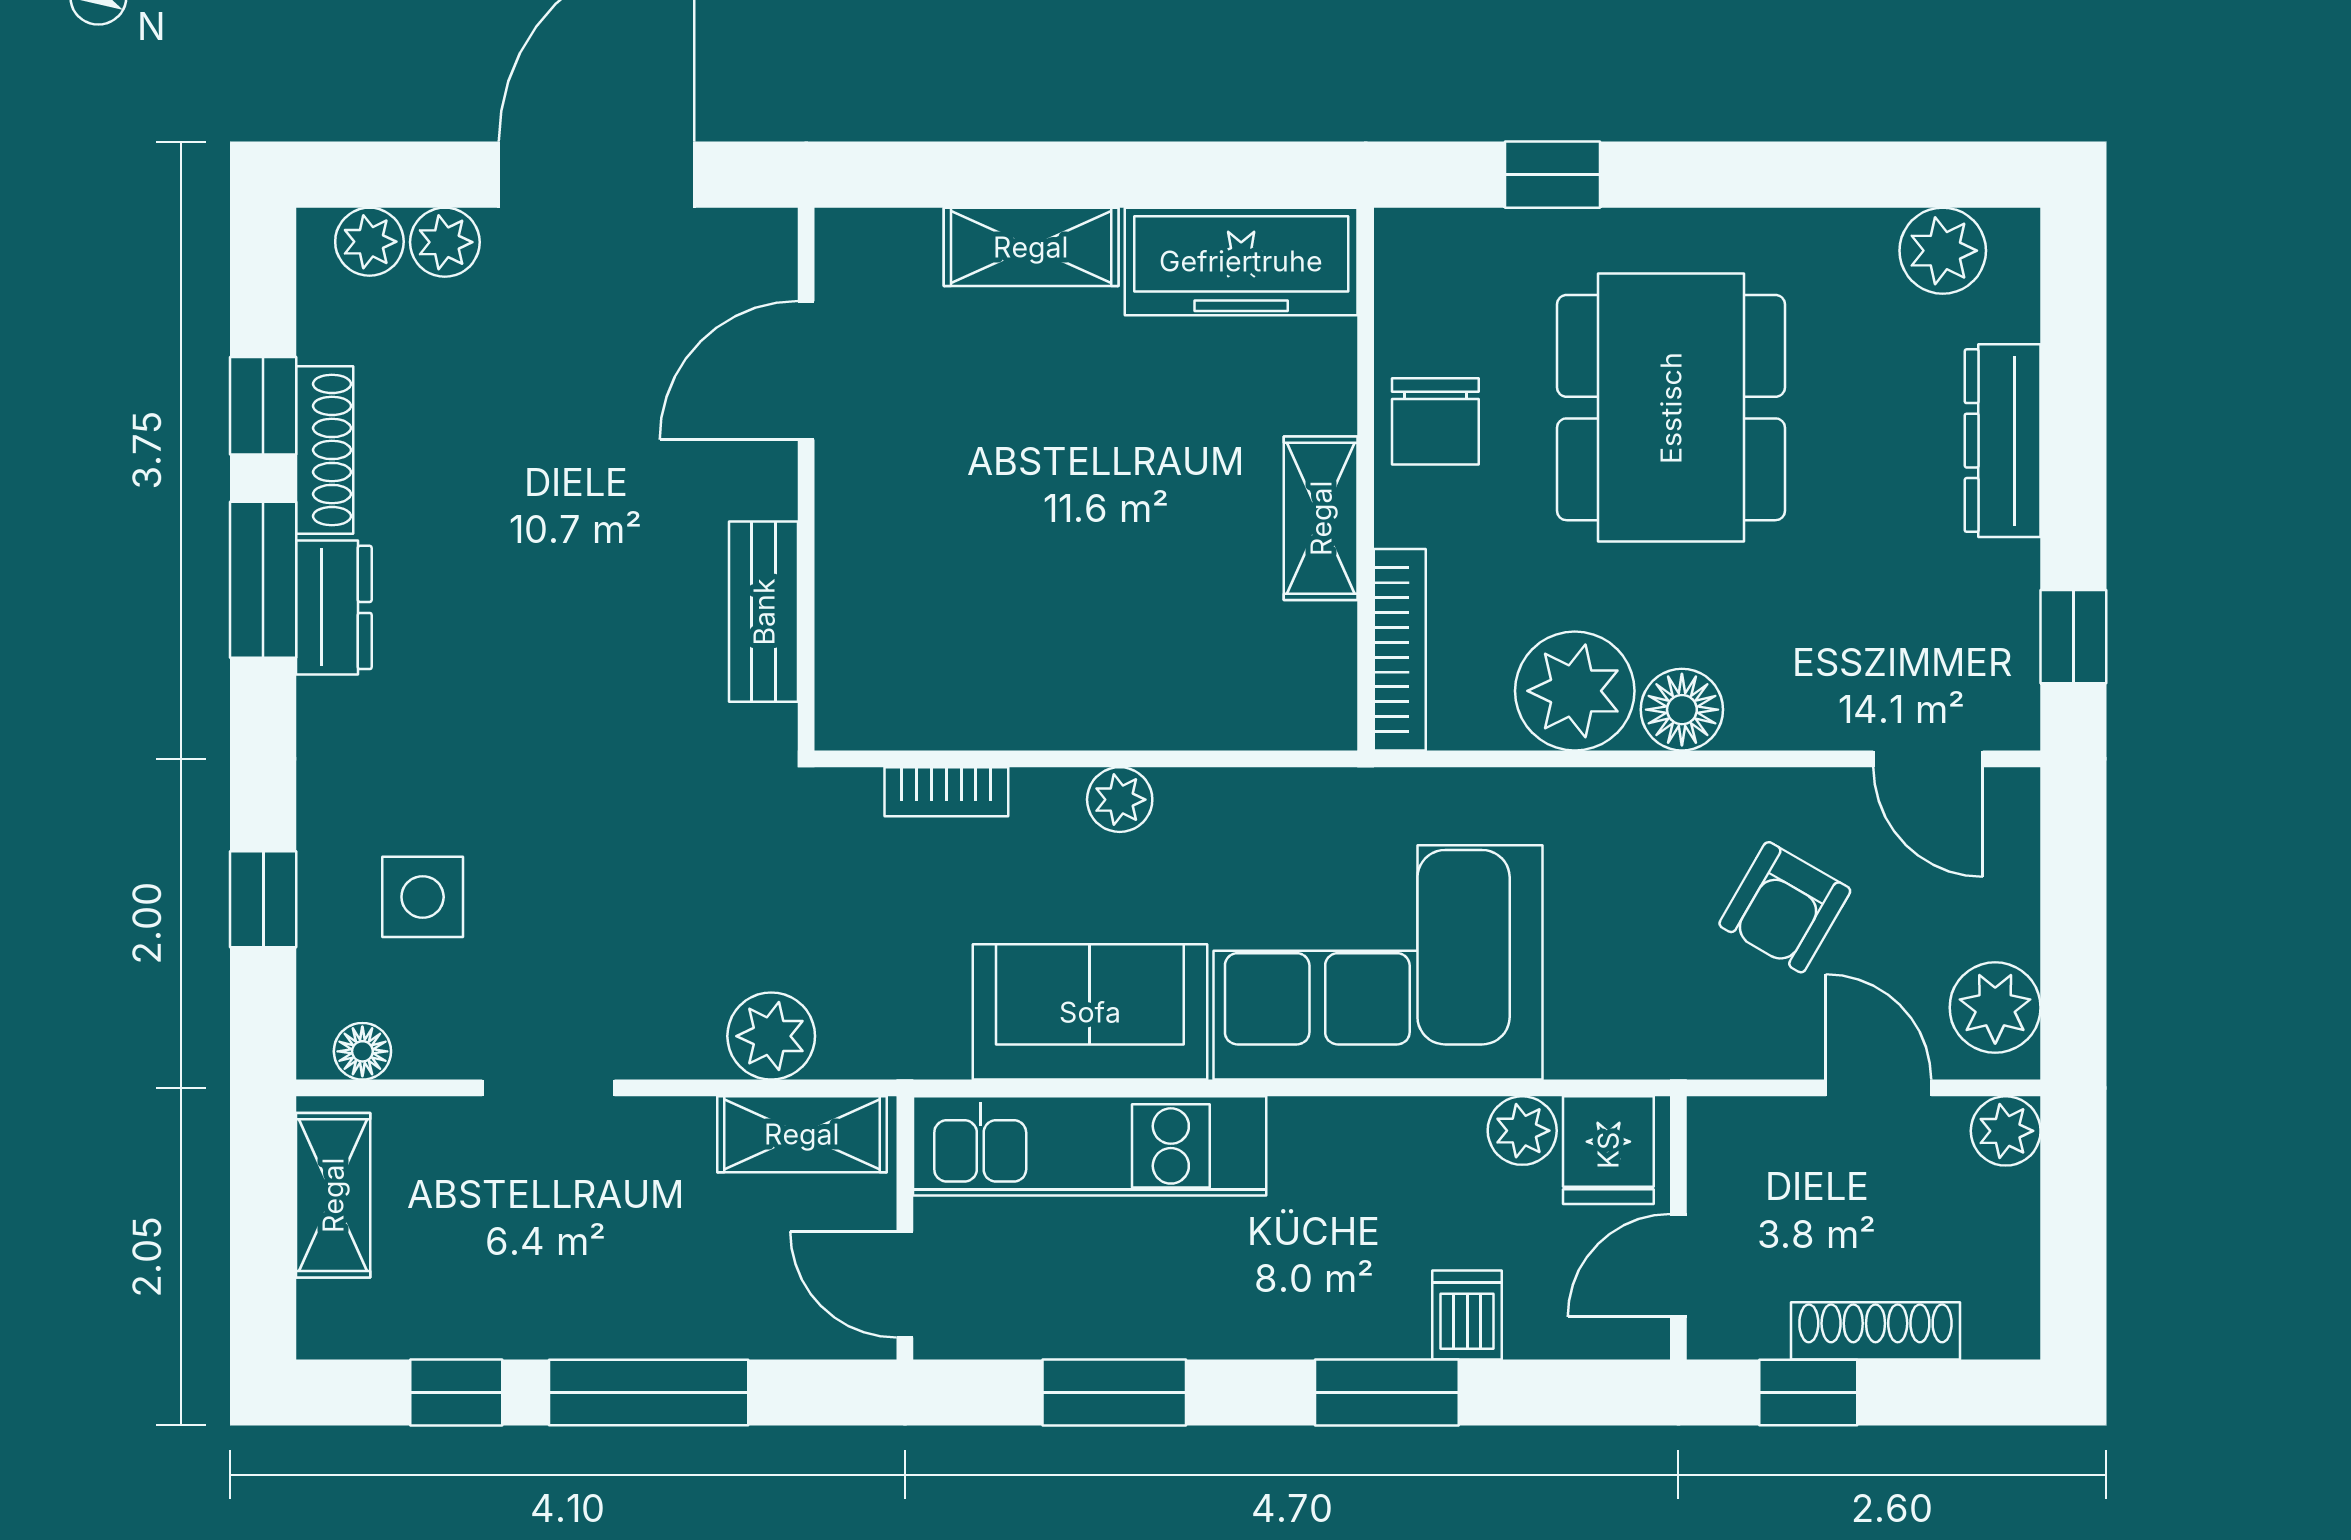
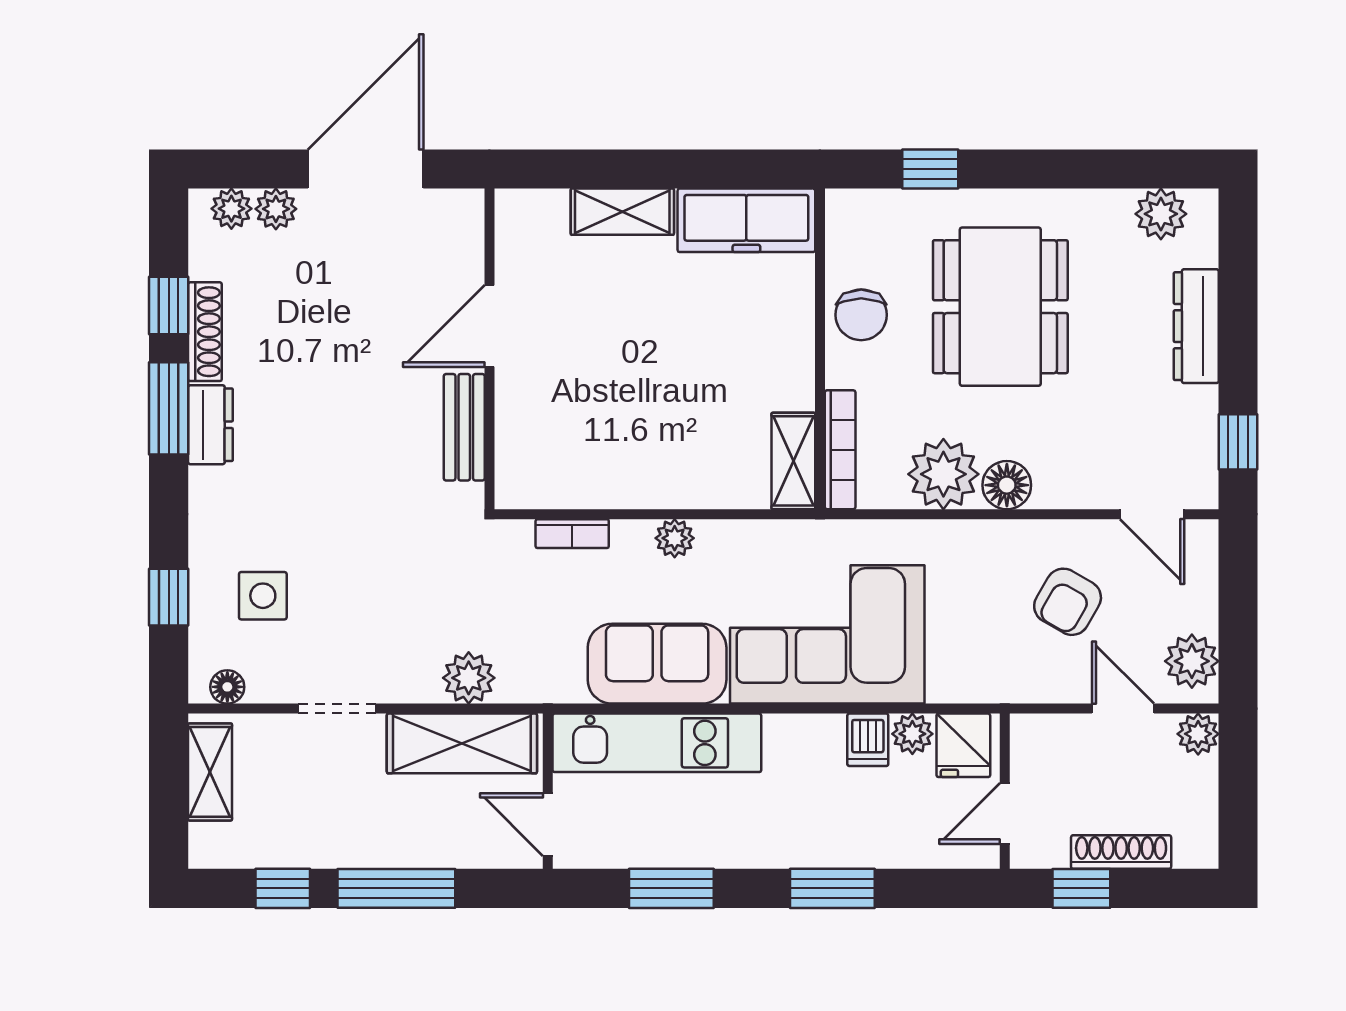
door: (806, 370) -> (489, 326), moved
shelving: (1321, 518) -> (793, 461), moved
shelving: (802, 1134) -> (462, 743), width x1.50, depth x1.33
dishwasher: (1467, 1315) -> (868, 740), moved, turned 180

